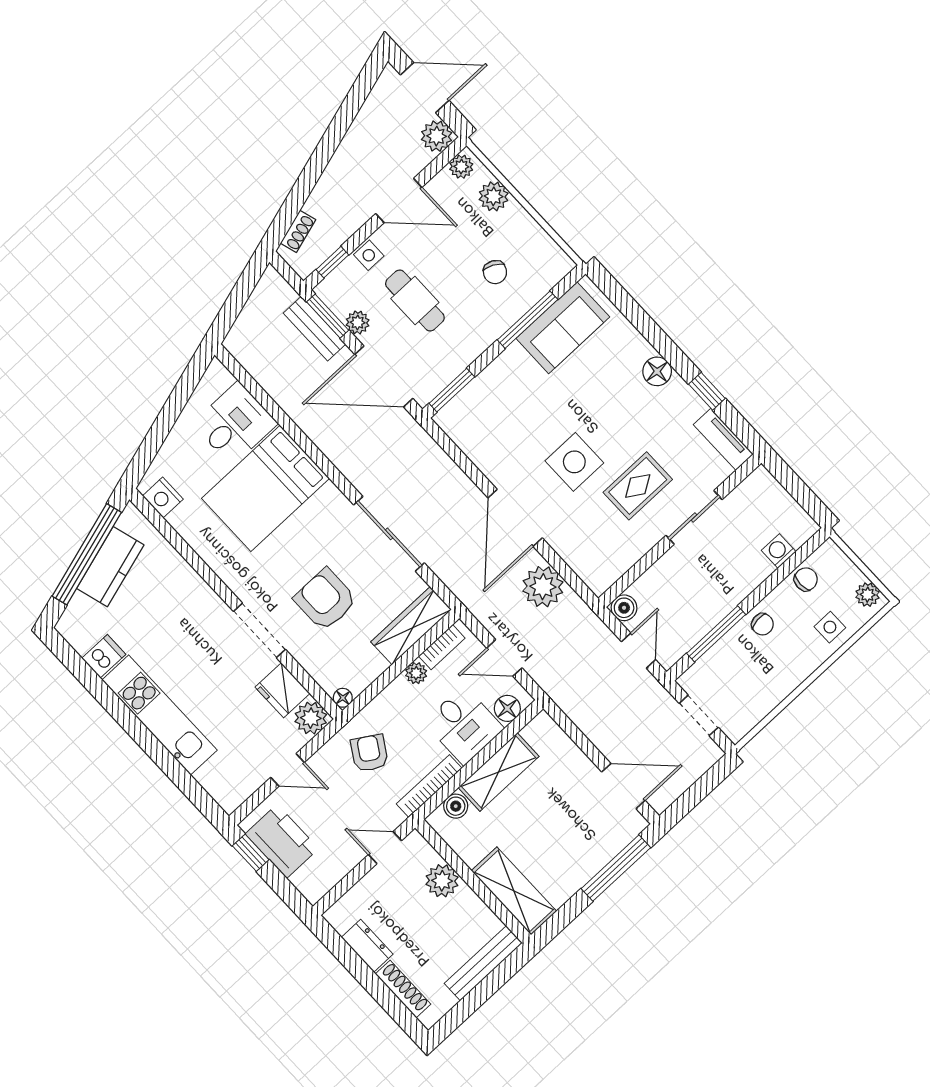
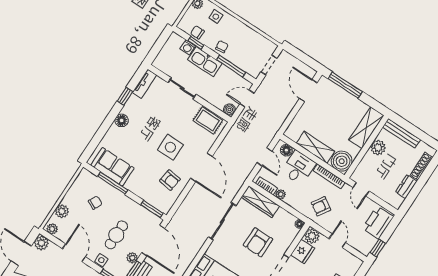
armchair: (504, 444) -> (170, 180), added
rug: (638, 486) -> (208, 120), moved
door: (515, 518) -> (201, 167), hinge flipped
window: (784, 571) -> (196, 43), added
kitchen sink: (739, 580) -> (205, 62), added
plant: (543, 587) -> (229, 148), removed
boiler: (456, 806) -> (342, 161), width x1.86, depth x1.86
printer: (282, 841) -> (378, 223), moved
plant: (442, 881) -> (378, 148), moved

